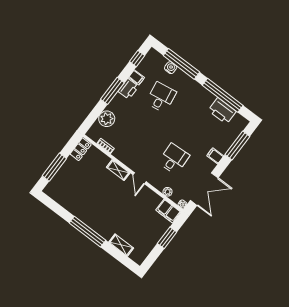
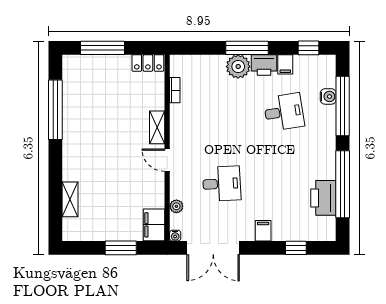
plant: (107, 119) -> (238, 67), moved
window: (237, 145) -> (296, 248), width x0.46
door: (139, 178) -> (167, 160), hinge flipped
window: (87, 232) -> (55, 110), moved

